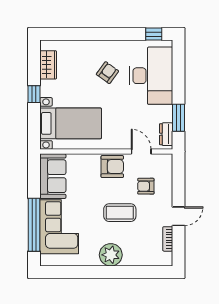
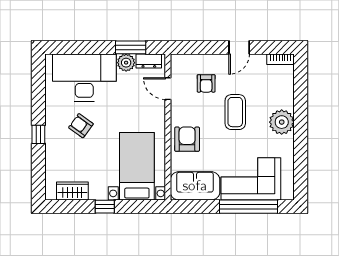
window: (154, 34) -> (38, 134), moved
plant: (165, 114) -> (126, 63), added
door: (141, 152) -> (168, 89), hinge flipped
armchair: (112, 167) -> (187, 139), moved
door: (178, 216) -> (239, 47), swing flipped
bookcase: (168, 239) -> (281, 59), moved

